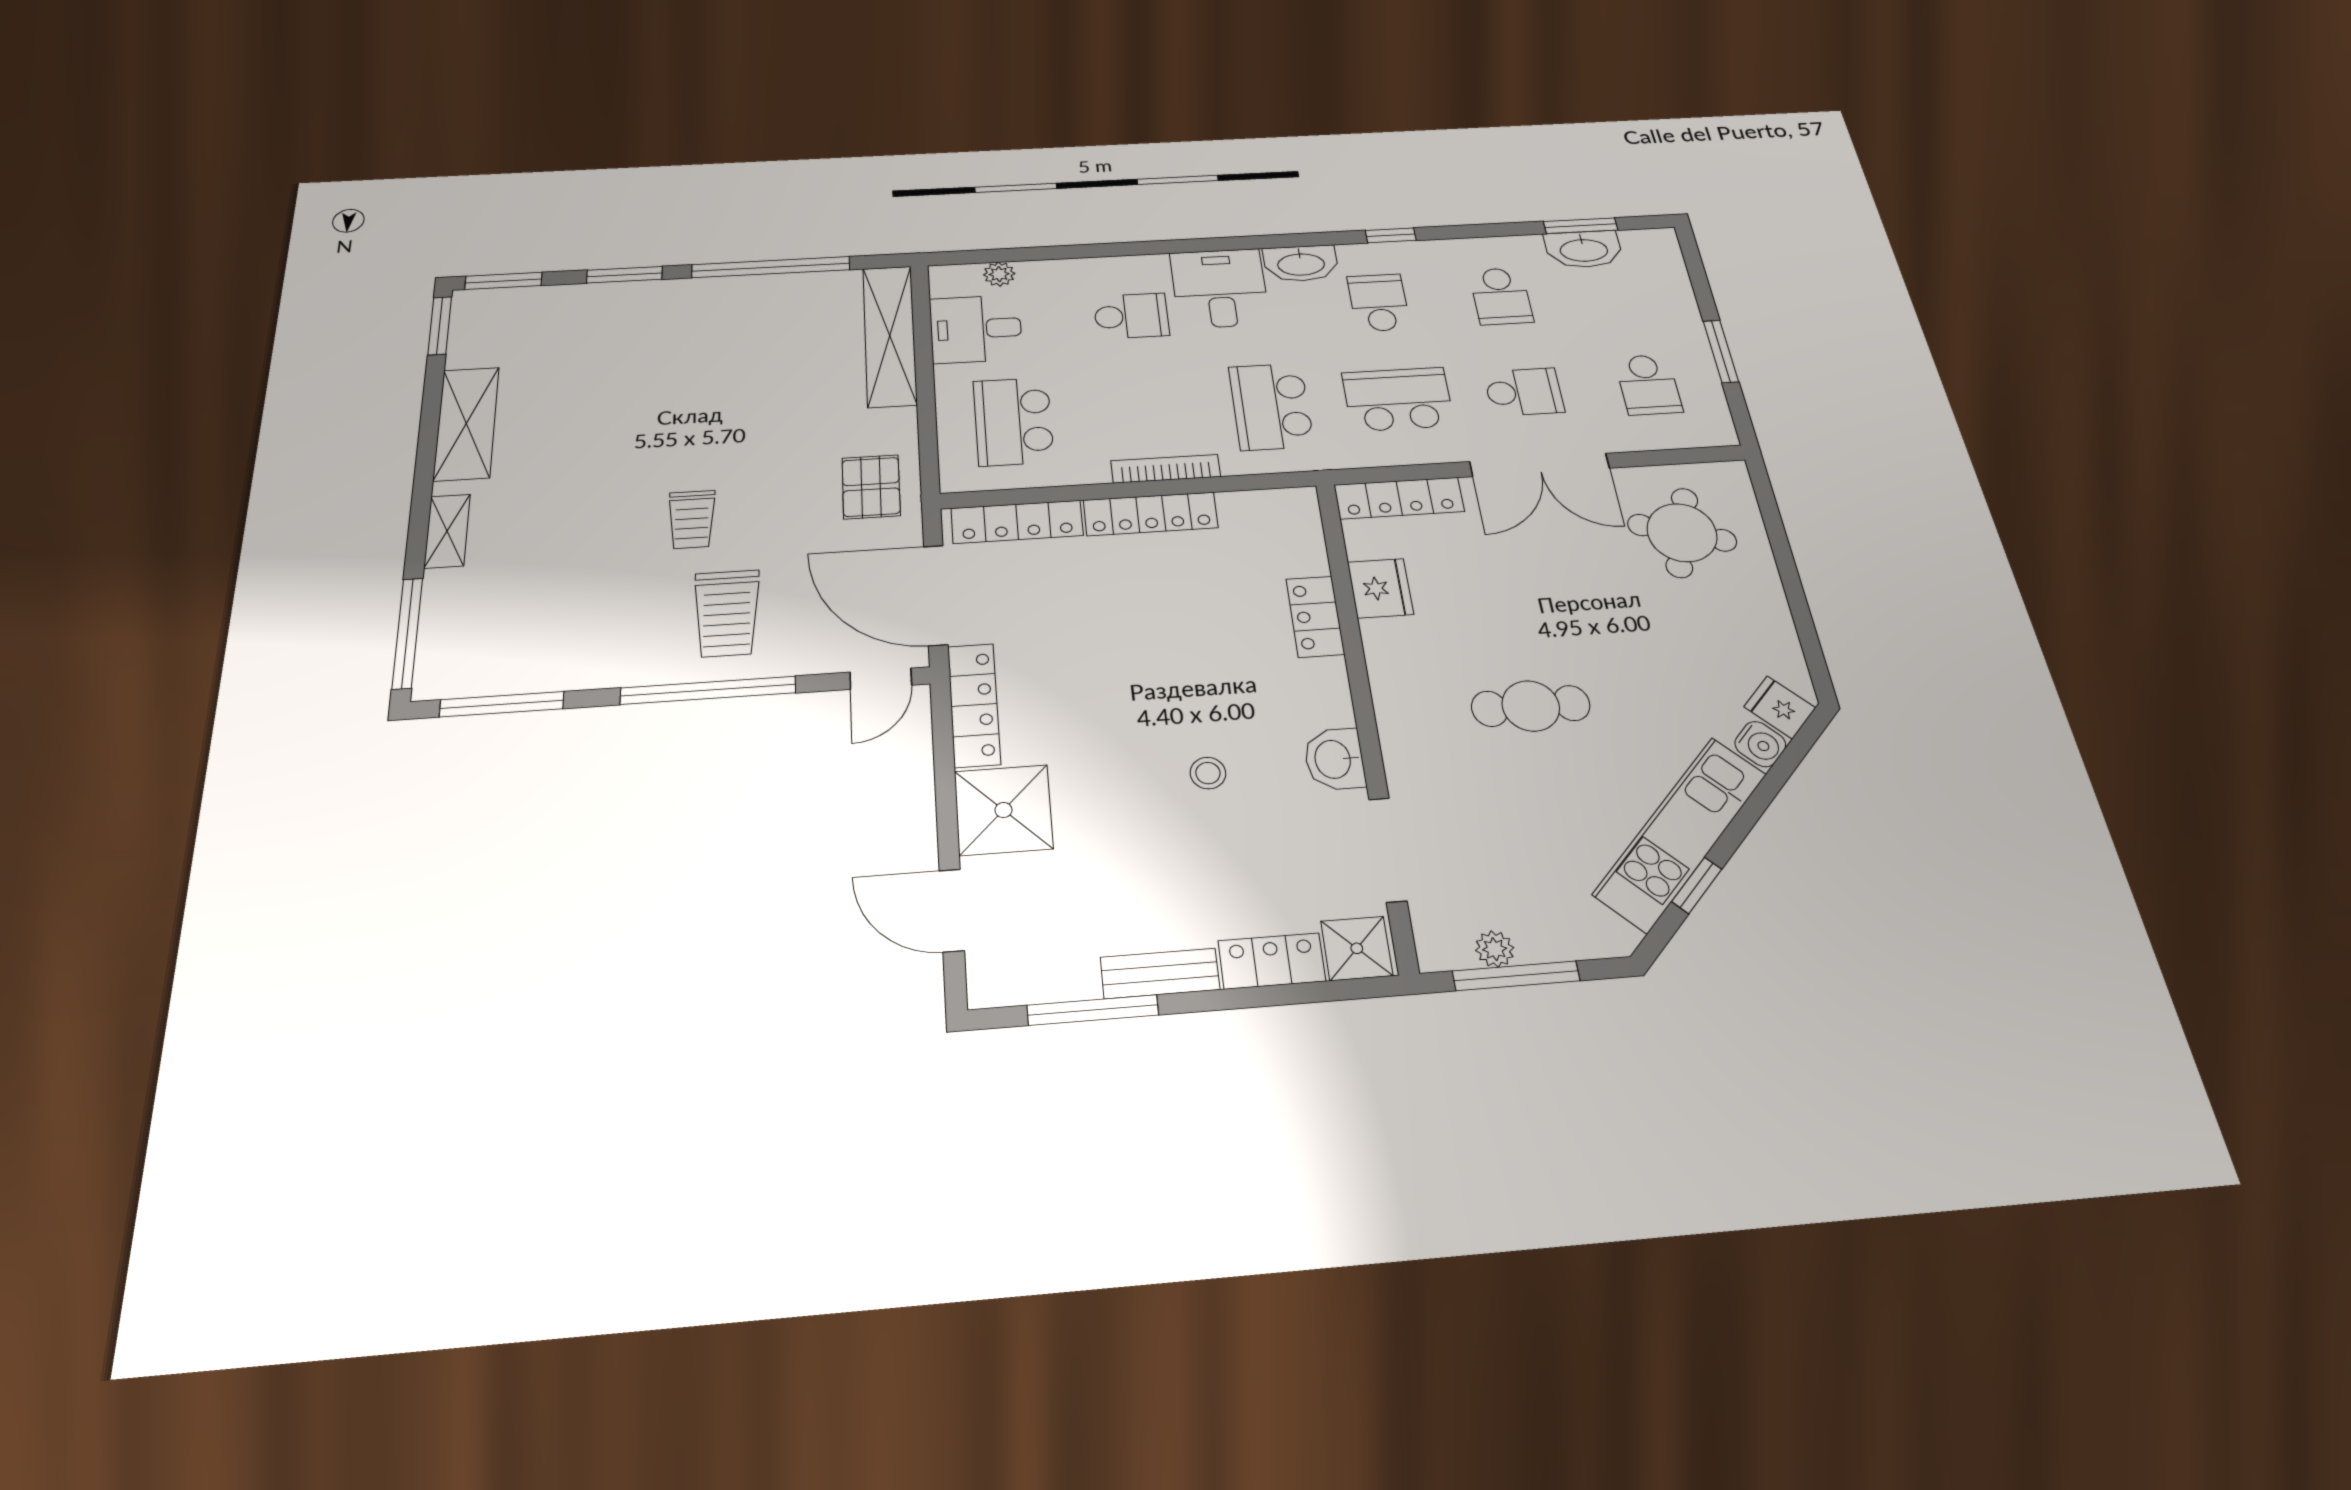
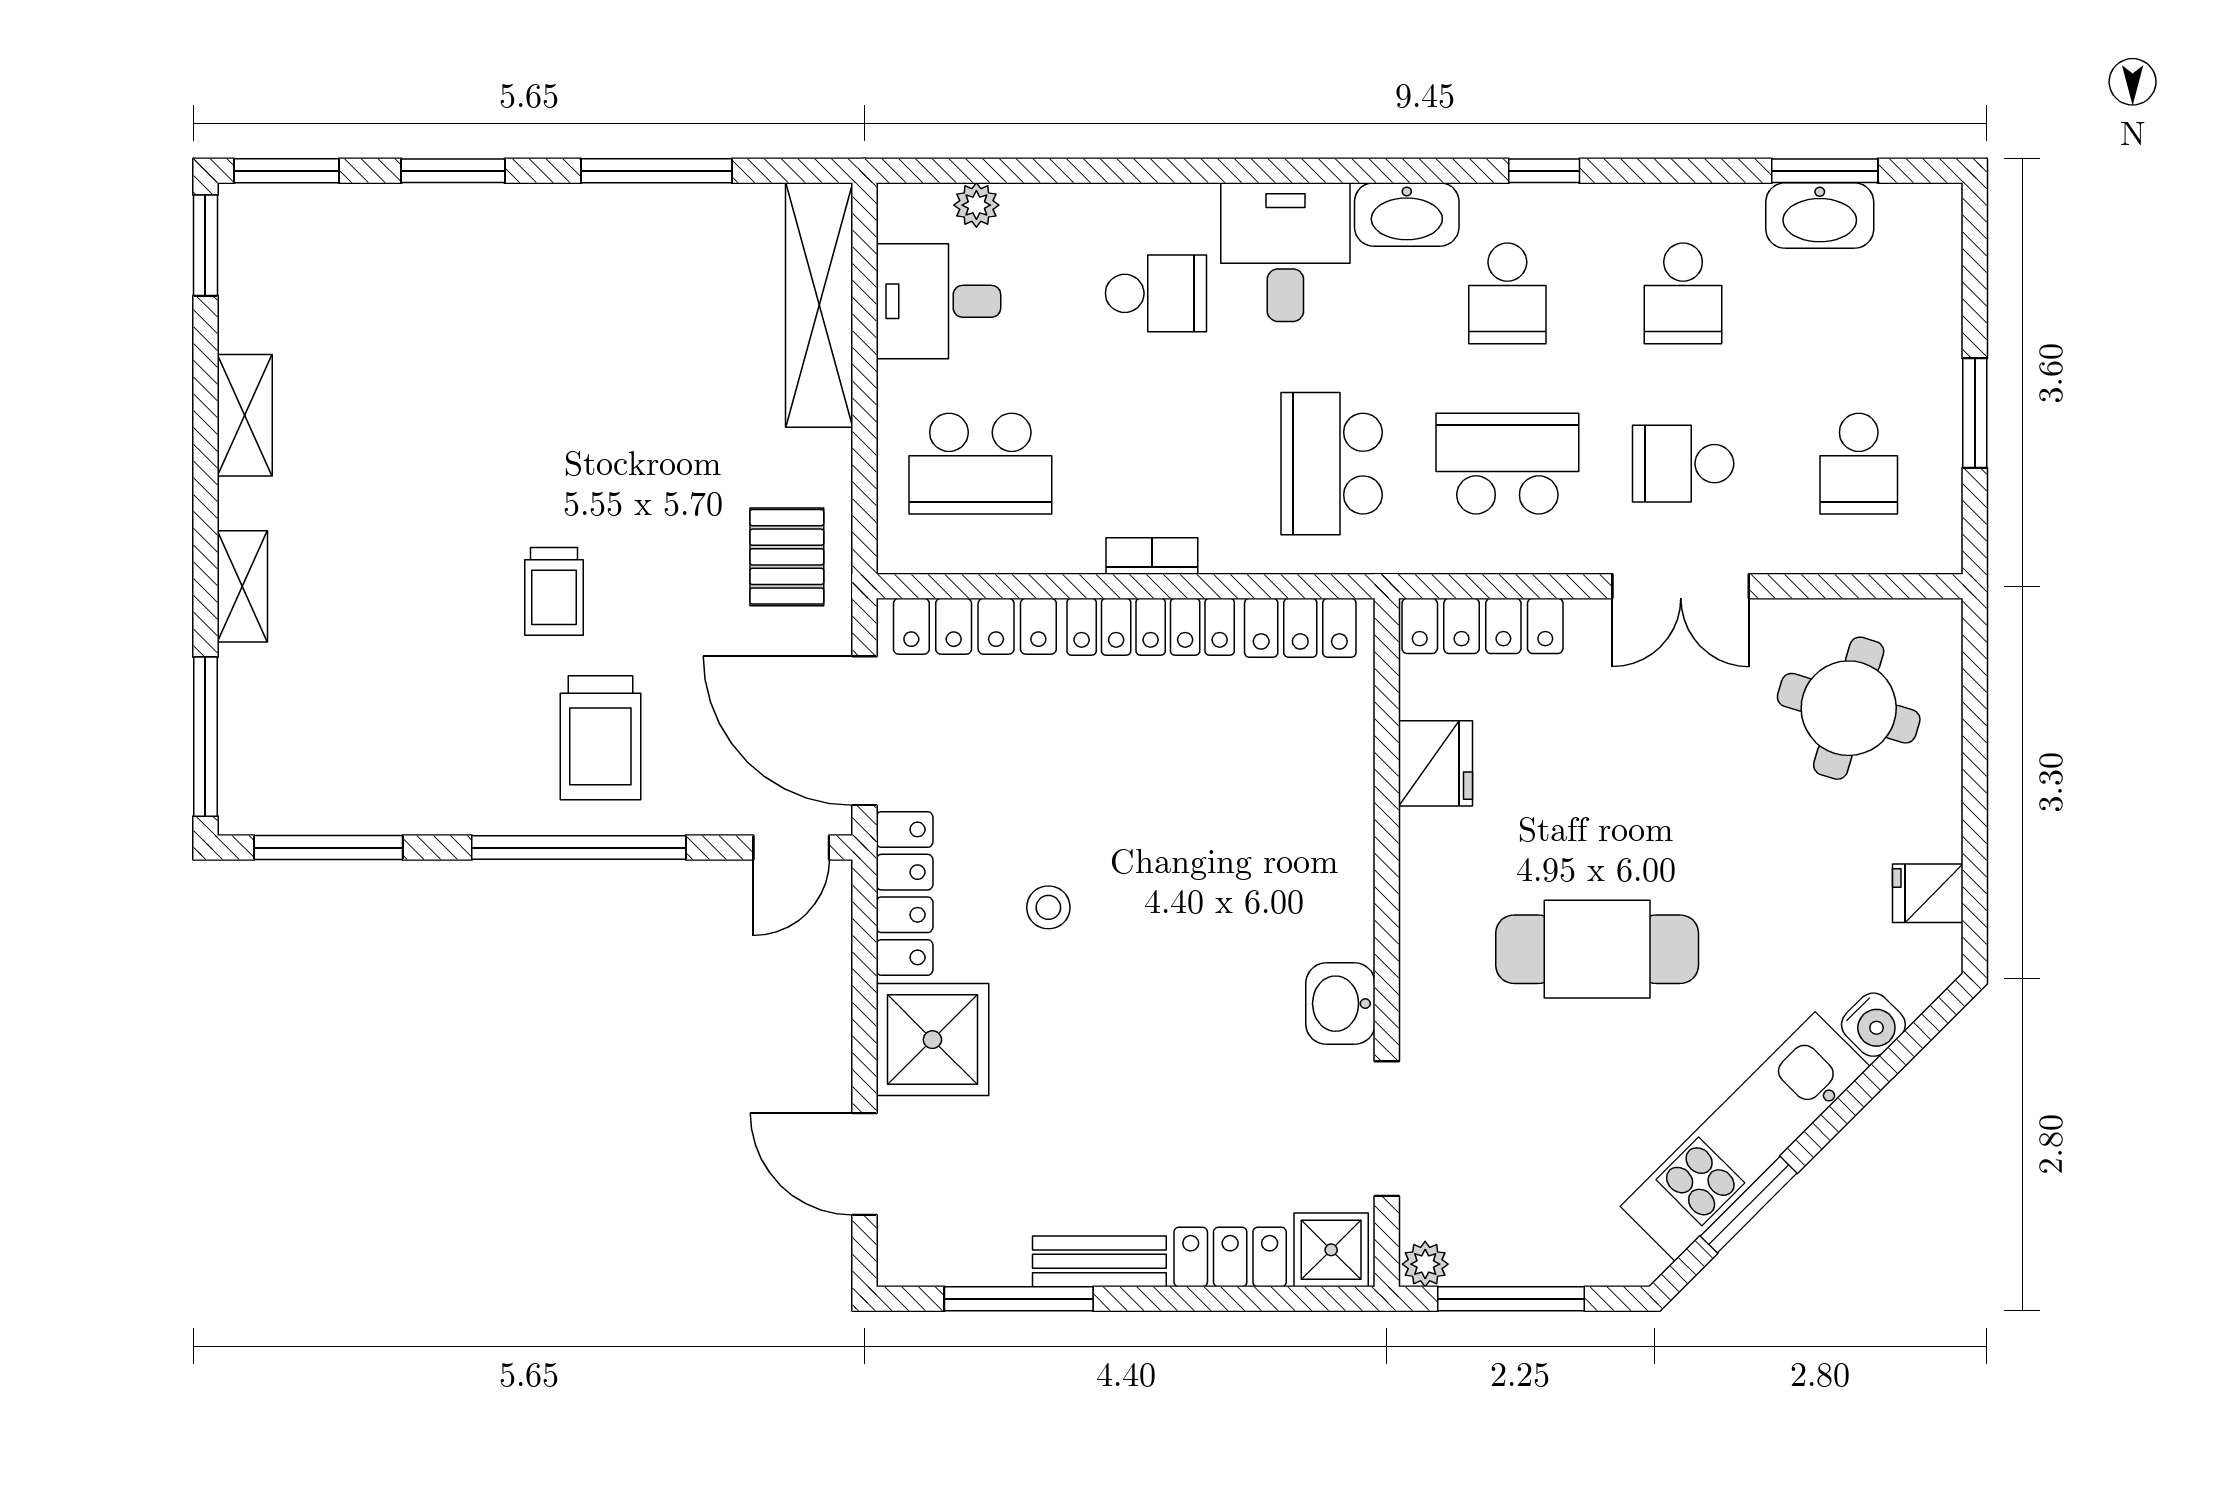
window: (771, 267) -> (657, 171), width x0.68
school desk: (1379, 303) -> (1507, 293), turned 180
school desk: (1524, 392) -> (1683, 464), turned 180
school desk: (1013, 421) -> (980, 464), turned -90
shelving: (466, 424) -> (245, 415), width x0.67, depth x0.75
double door: (1539, 465) -> (1681, 586), width x0.73
bookcase: (1166, 469) -> (1152, 556), width x0.64
locker: (1315, 617) -> (1300, 628), moved, turned -90
cafe table: (1531, 706) -> (1597, 949), width x1.37, depth x1.35
fridge: (1780, 707) -> (1928, 893), moved, turned -45
stool: (1208, 773) -> (1048, 907), moved
window: (1697, 885) -> (1749, 1205), width x1.50
plant: (1495, 949) -> (1425, 1264), moved

